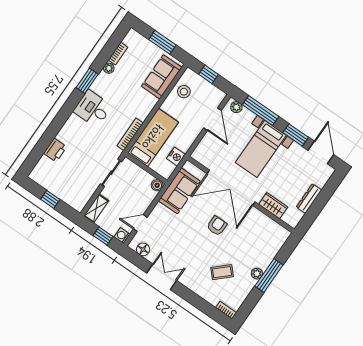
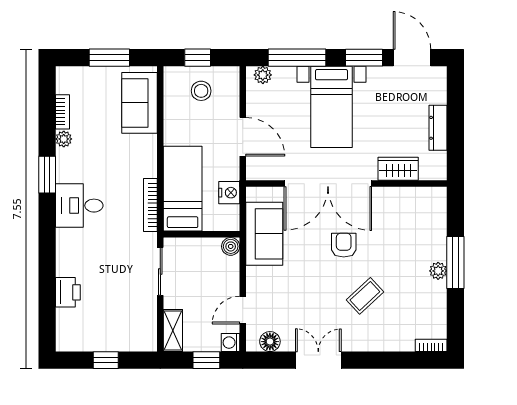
stool: (184, 92) -> (201, 91), moved
door: (212, 119) -> (243, 137), moved
coffee table: (222, 272) -> (365, 296), moved

